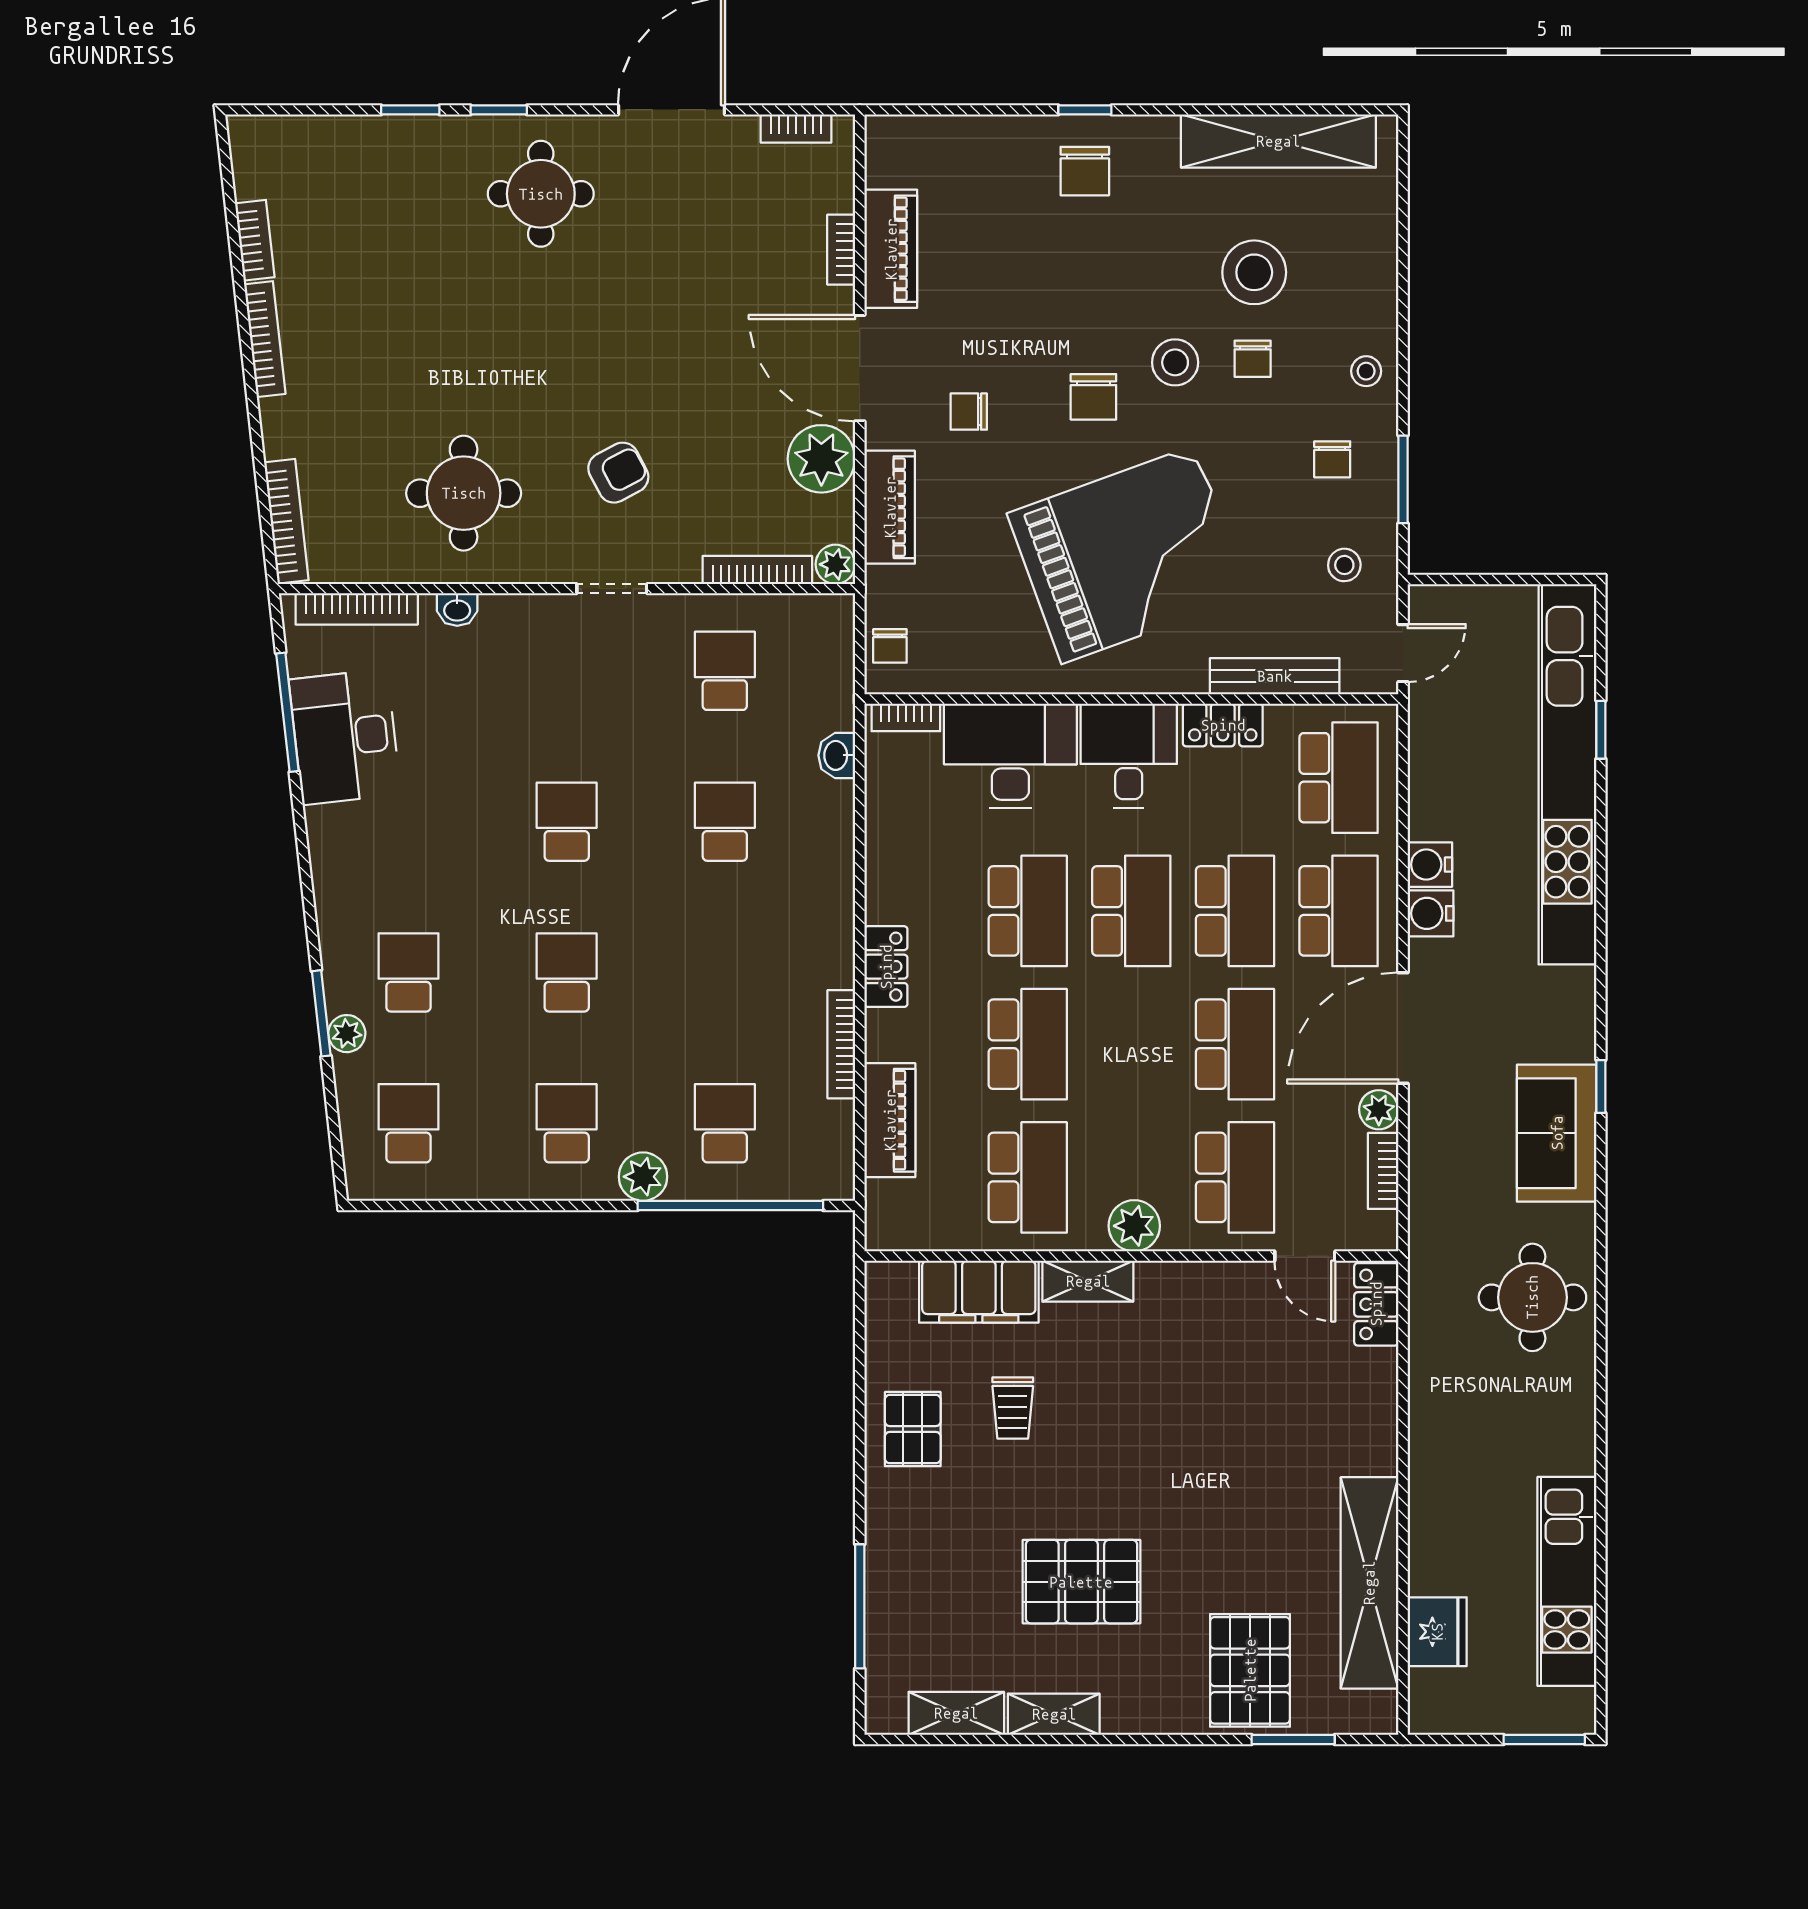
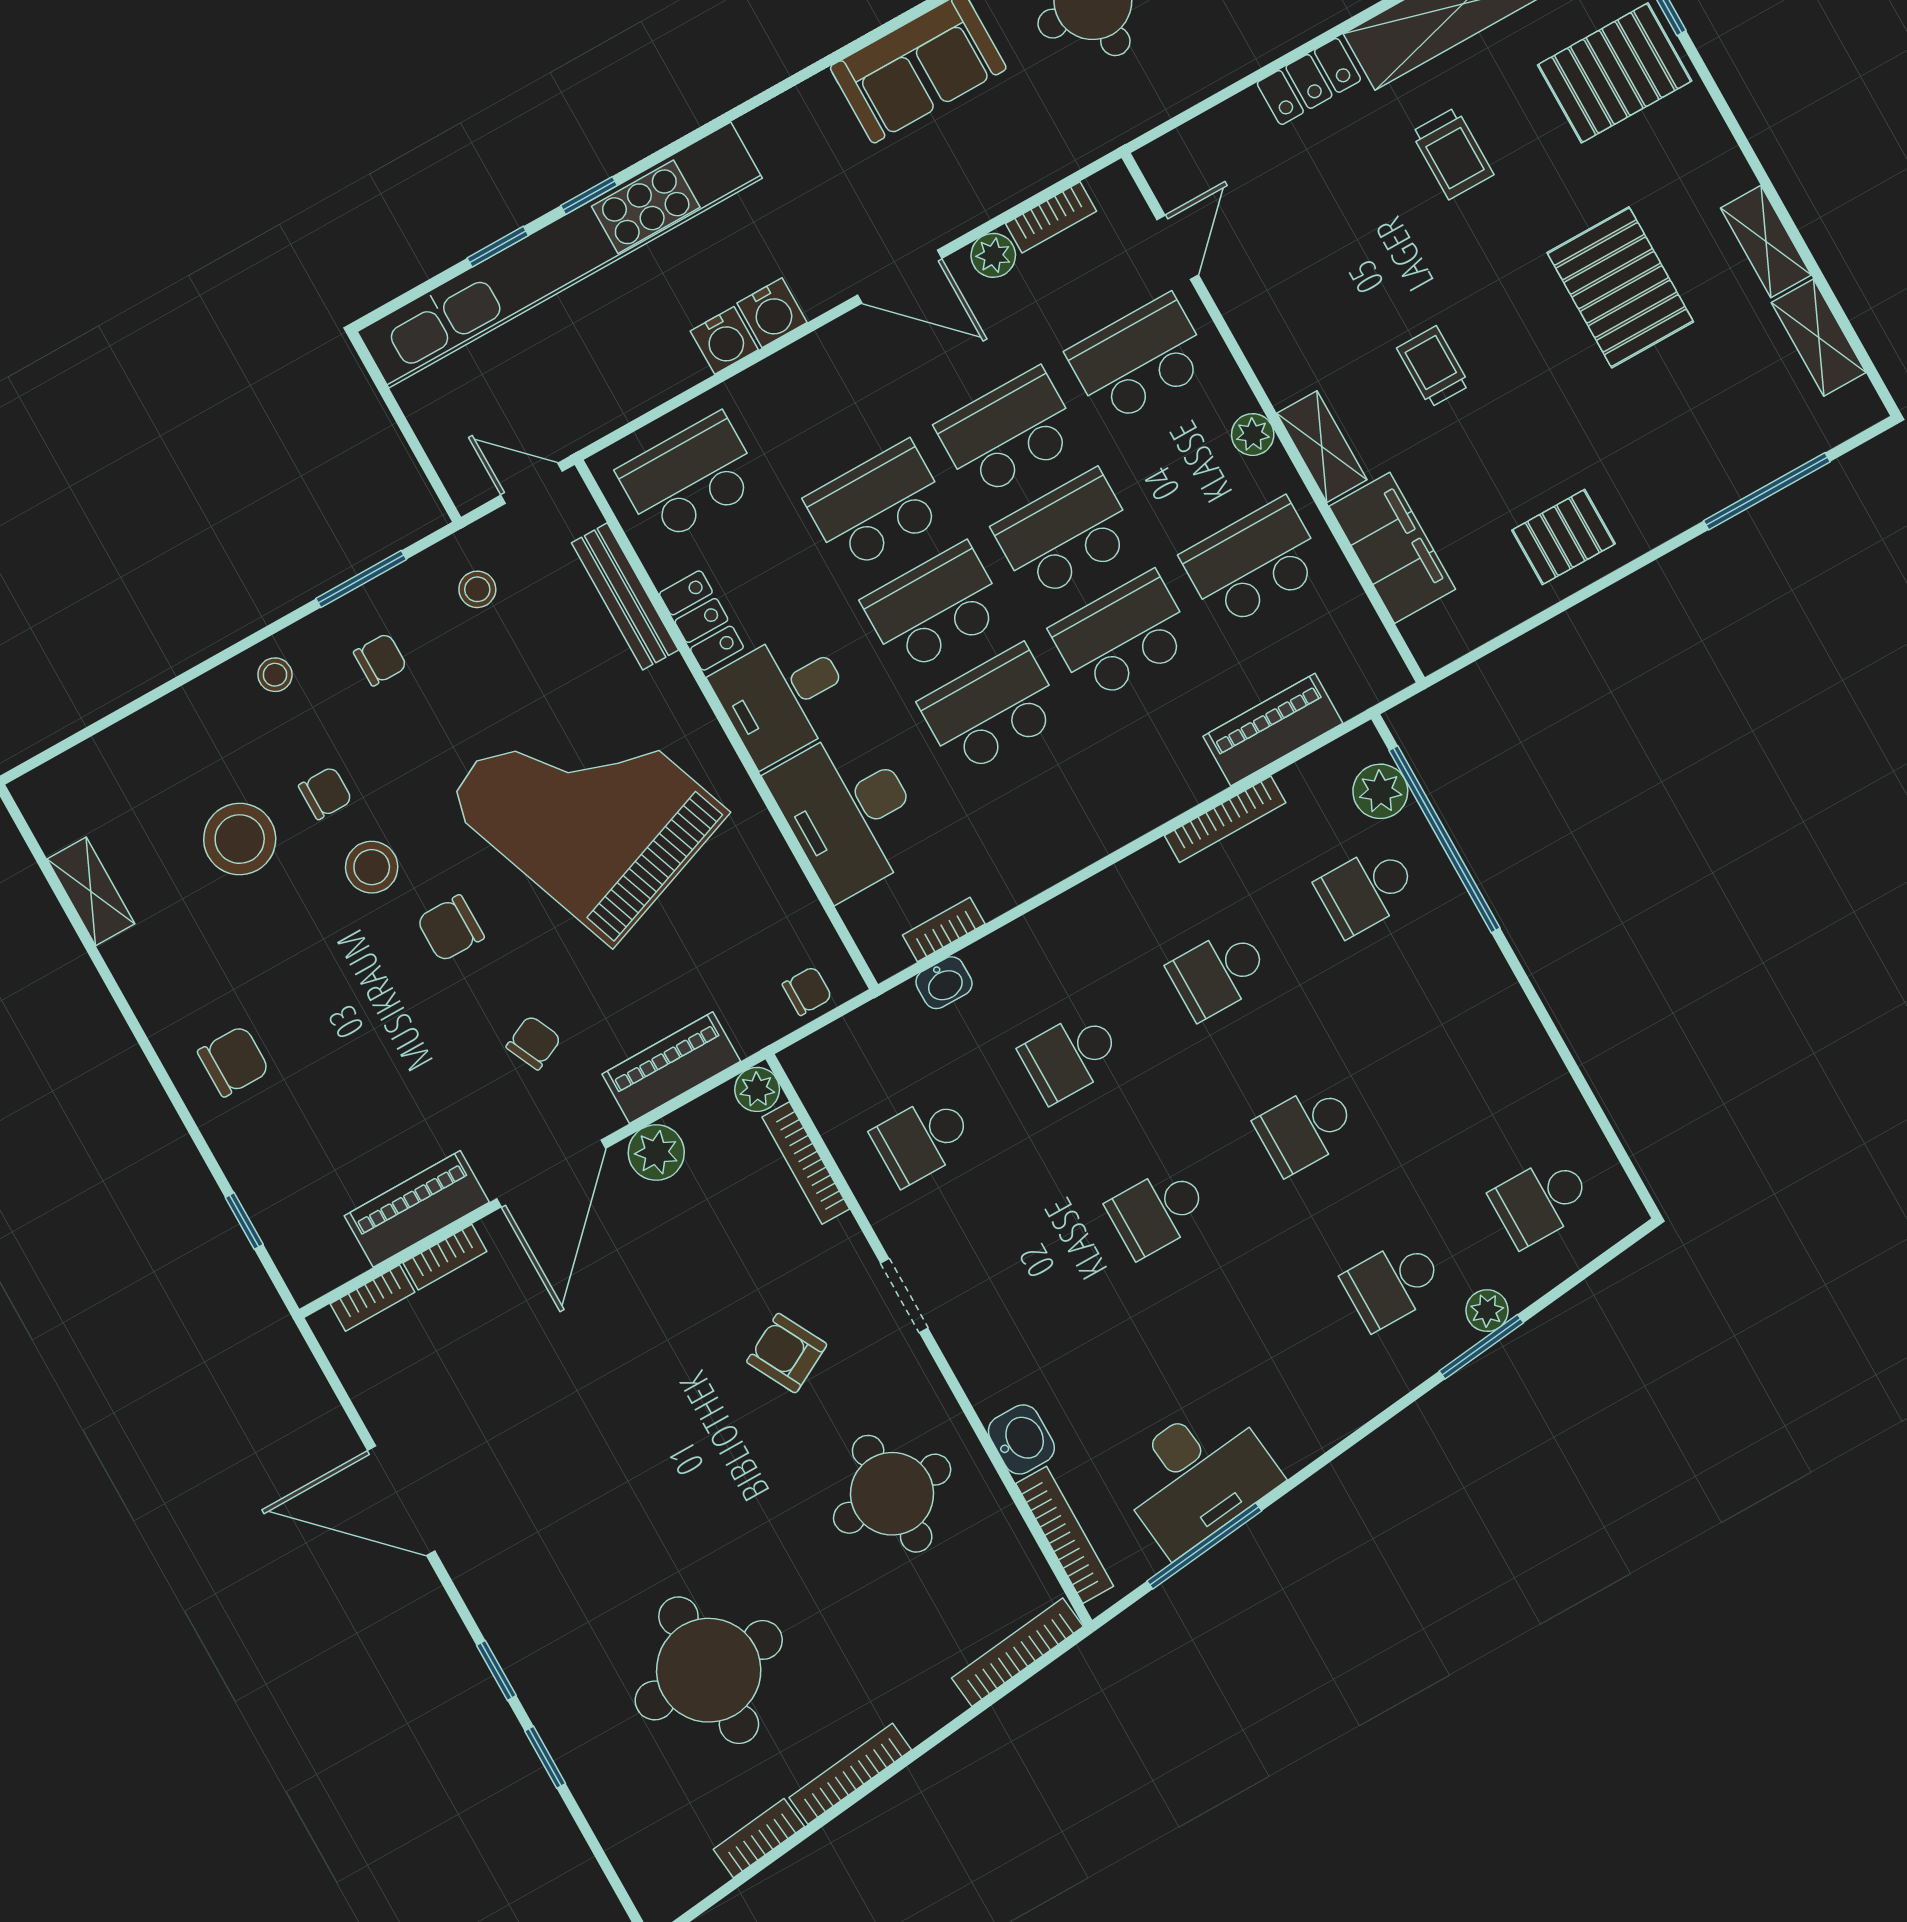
window: (1085, 110) -> (244, 1221), moved
bookcase: (796, 129) -> (372, 1298), moved, turned 90
shelving: (1278, 141) -> (91, 891), width x0.45, depth x0.75
round table: (541, 194) -> (709, 1670), moved, width x1.36, depth x1.36
chair: (1093, 397) -> (450, 928), turned 180
chair: (969, 412) -> (534, 1043), turned -115
plant: (821, 459) -> (656, 1152), width x0.73, depth x0.73
washbasin: (457, 610) -> (1021, 1439), width x1.38, depth x1.45
bookcase: (906, 717) -> (944, 930), moved, turned -90
school desk: (1339, 911) -> (1065, 534), moved
locker: (886, 967) -> (1124, 818), removed
door: (1403, 1028) -> (900, 277), width x0.73
window: (1601, 1086) -> (589, 195), moved
school desk: (567, 1123) -> (1219, 973), moved
plant: (643, 1177) -> (1380, 791), moved
plant: (1134, 1226) -> (1253, 435), width x0.73, depth x0.73
locker: (1376, 1304) -> (1309, 81), moved
trolley: (1013, 1408) -> (1433, 367), moved, turned -90
trolley: (1258, 1510) -> (1452, 153), added

